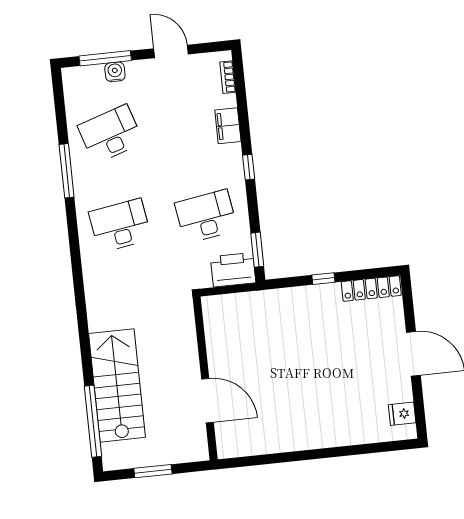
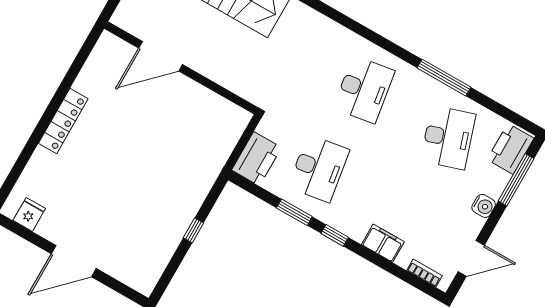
door: (171, 51) -> (471, 258), moved
water cooler: (115, 72) -> (484, 206), moved
printer: (84, 80) -> (511, 149), added
window: (257, 250) -> (294, 212), moved
locker: (371, 289) -> (63, 121), moved, turned 180

